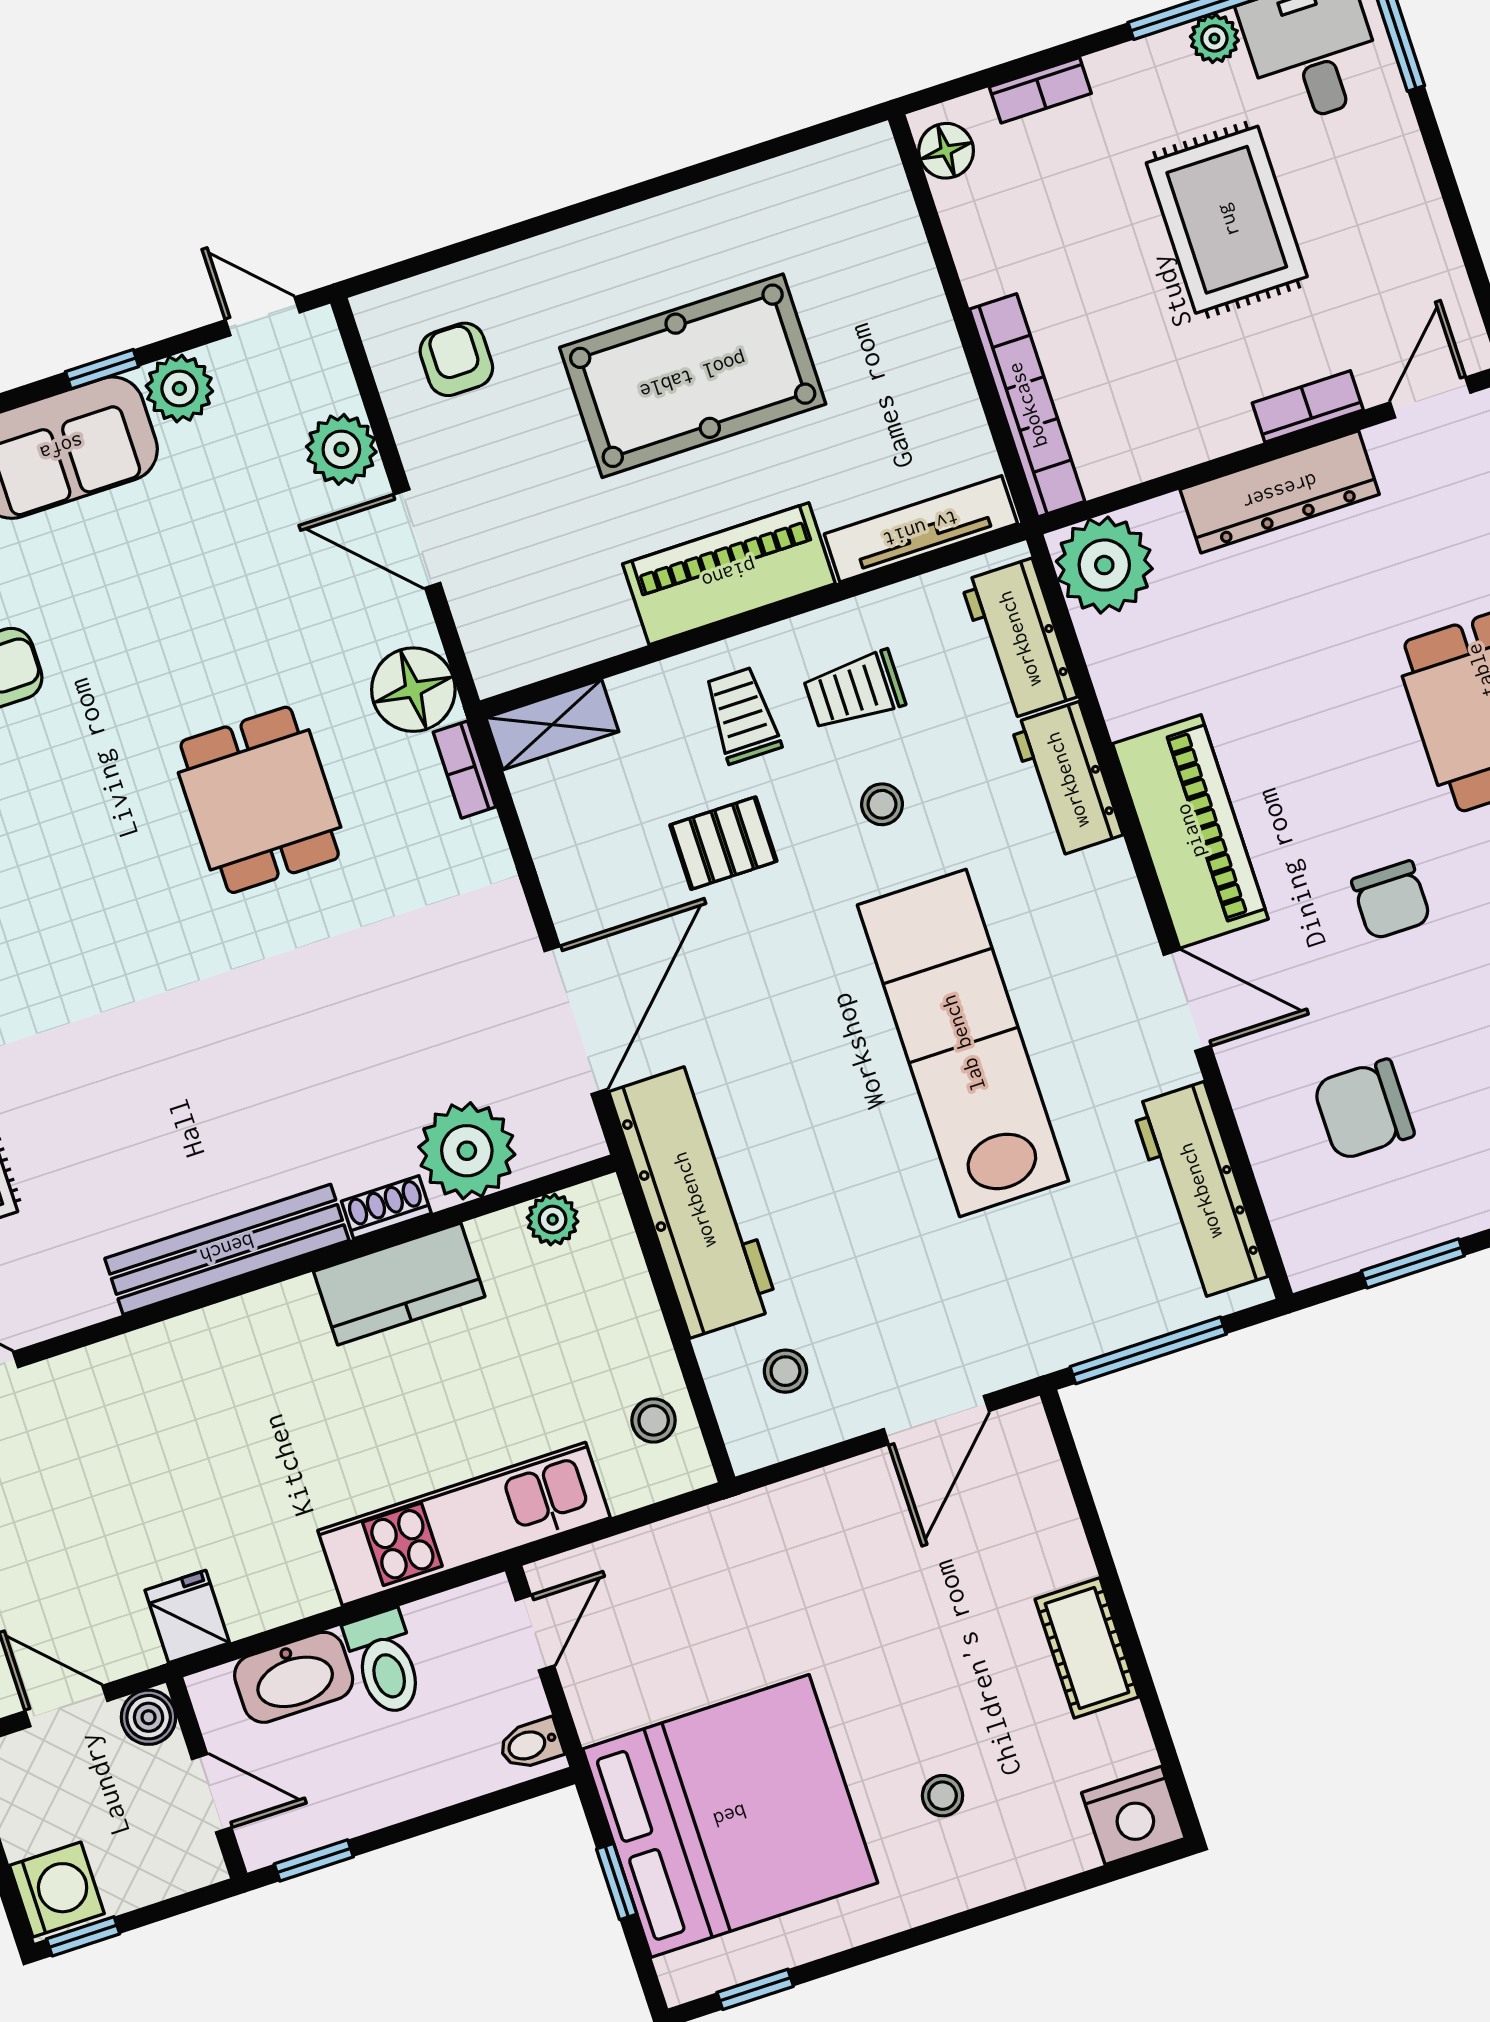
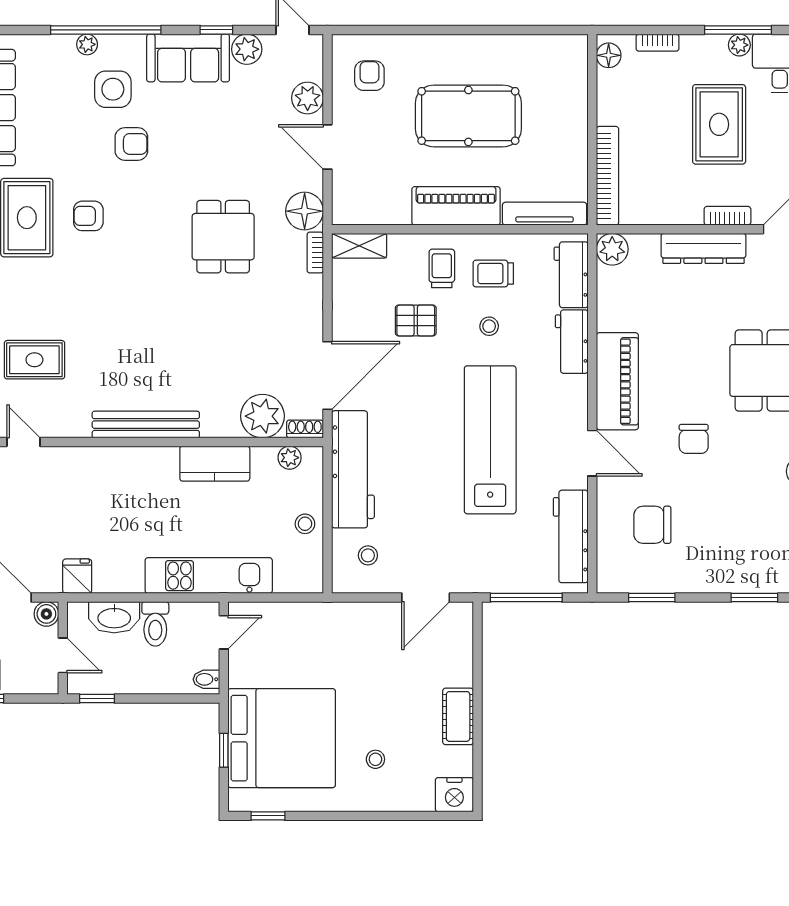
plant: (1104, 565) -> (612, 249), width x0.73, depth x0.73
shoe rack: (386, 1207) -> (305, 429), moved
stool: (654, 1420) -> (305, 524), moved

